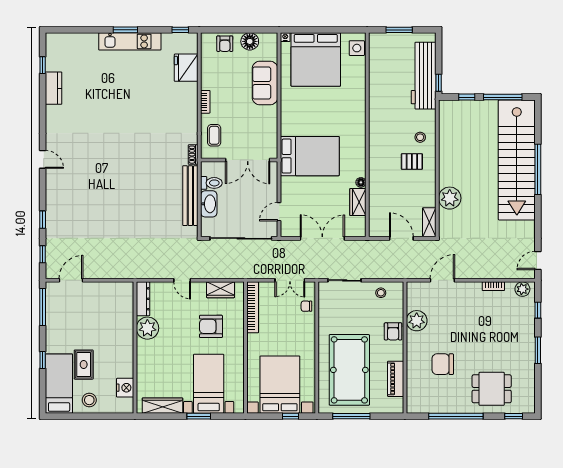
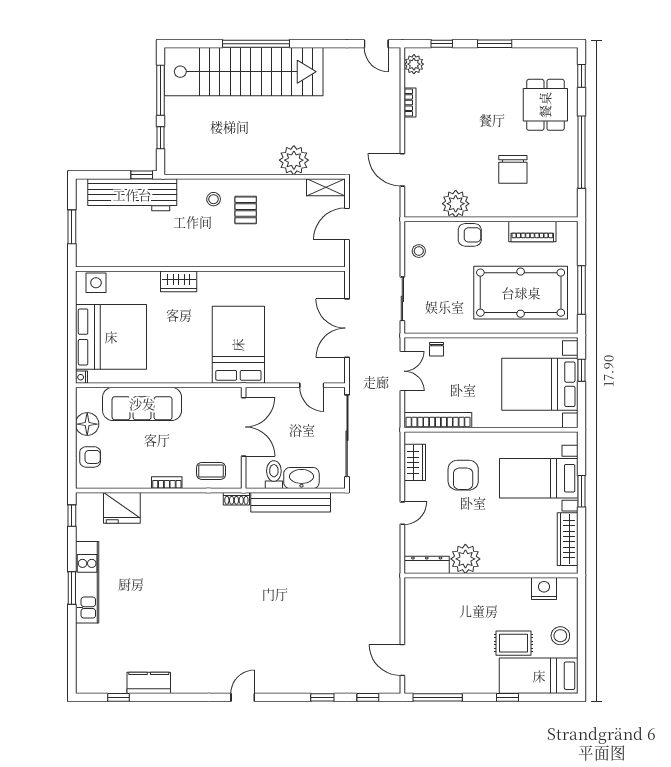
sofa: (265, 83) -> (142, 404), width x1.36
floor lamp: (361, 182) -> (273, 277), removed
wardrobe: (358, 202) -> (179, 281), moved

